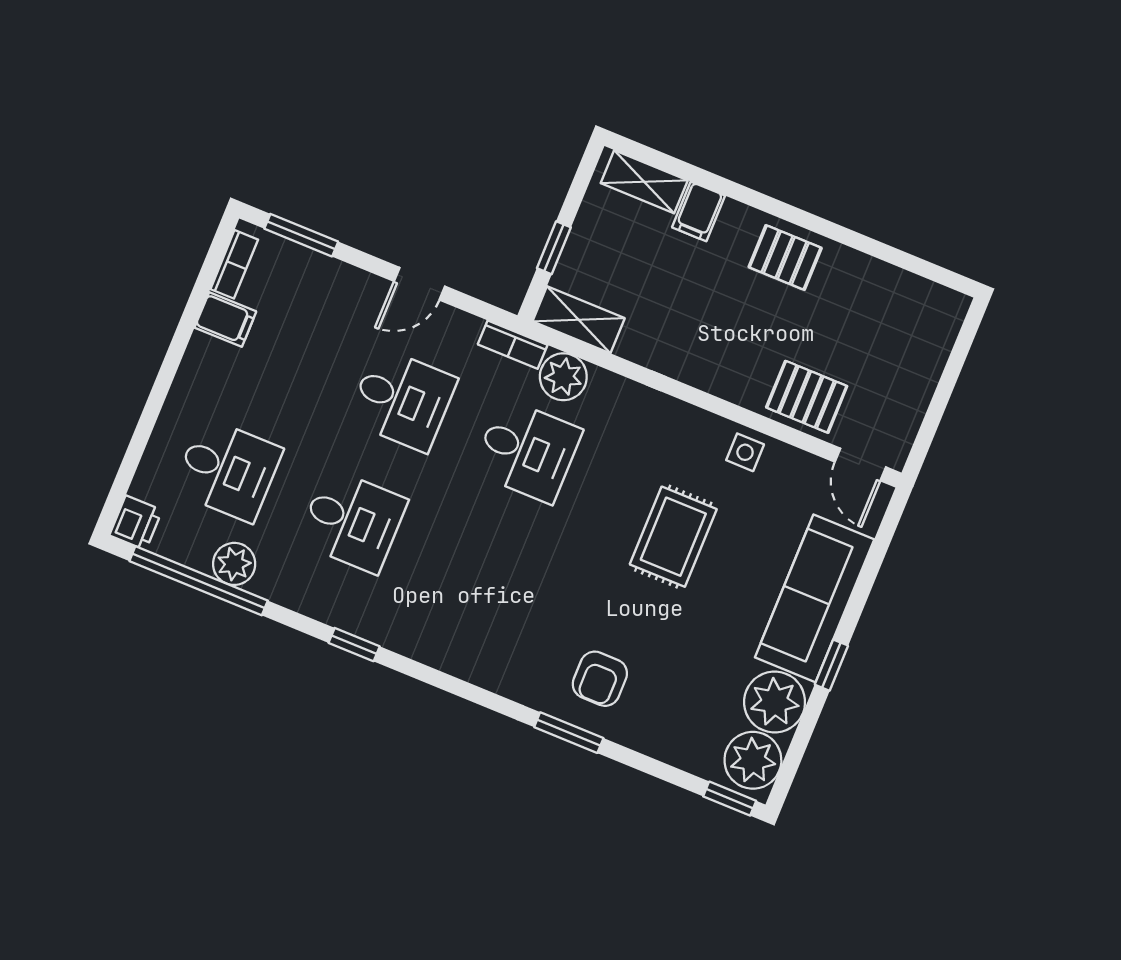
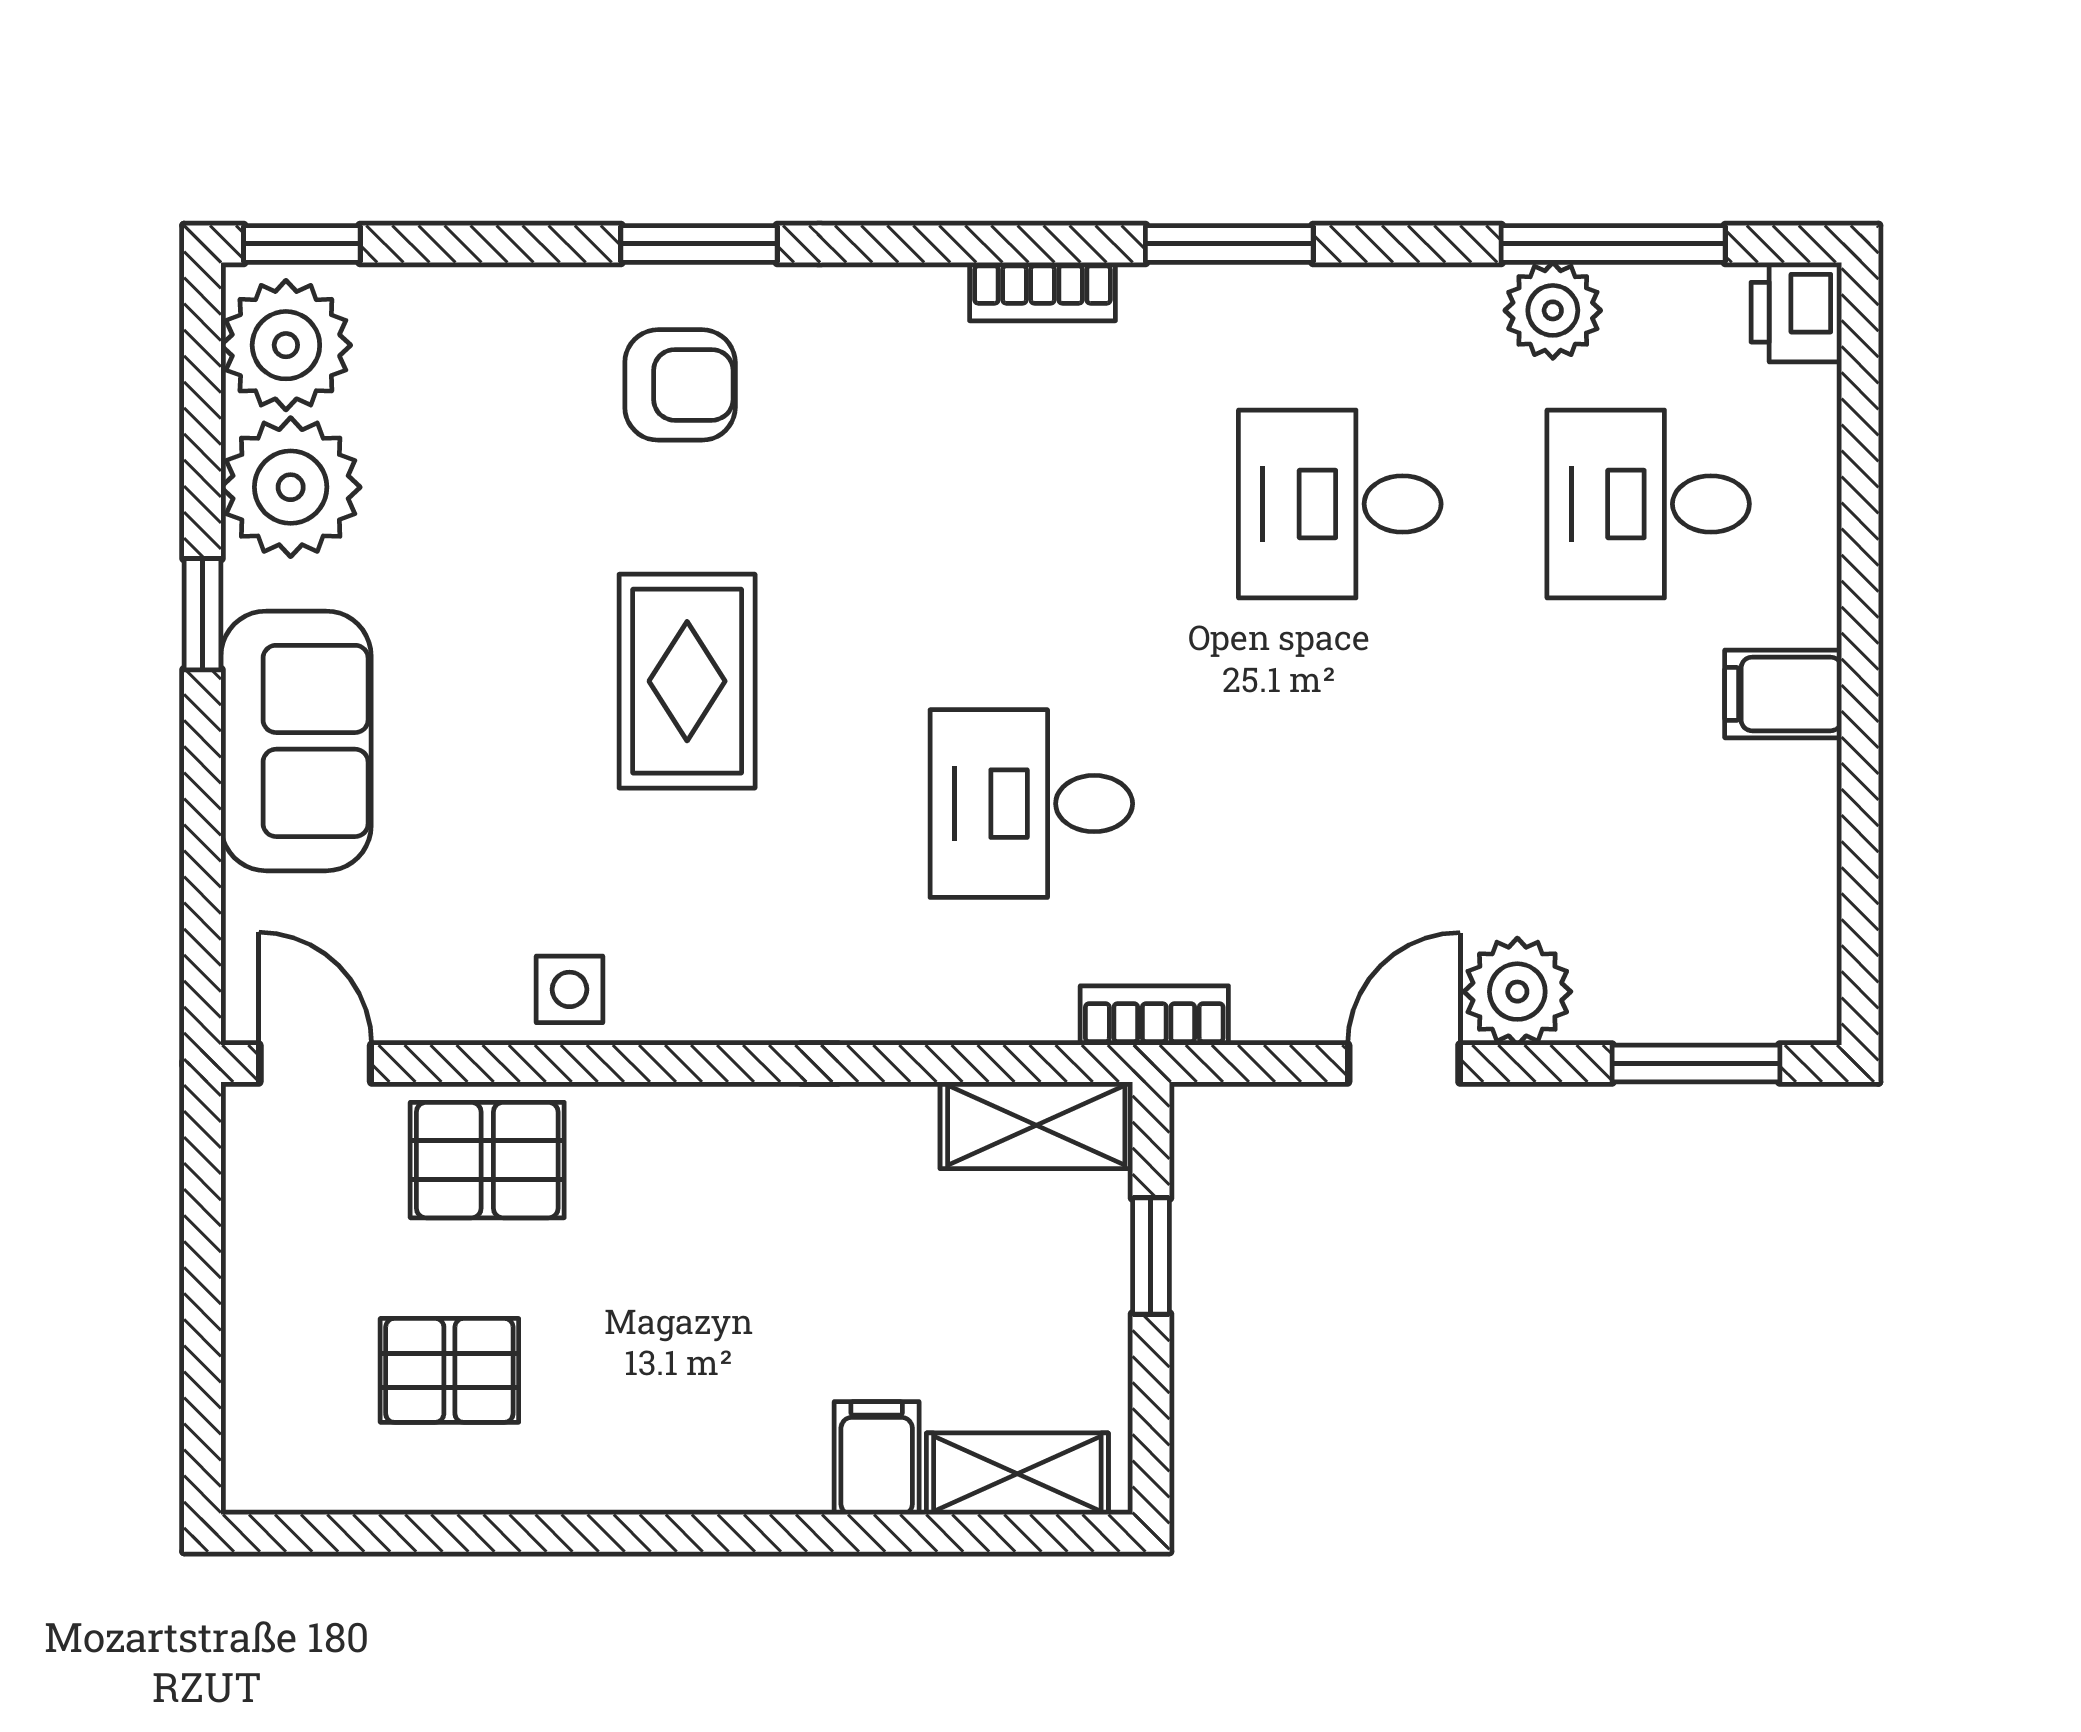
pallet: (785, 258) -> (449, 1370), moved
bookcase: (234, 264) -> (1043, 292), moved, turned -90
filing cabinet: (225, 319) -> (1783, 694), moved
plant: (563, 377) -> (1517, 992), moved
desk: (402, 400) -> (1340, 804), removed
rug: (673, 537) -> (687, 681), moved
window: (199, 581) -> (1613, 244), width x0.68
sofa: (815, 598) -> (296, 741), width x0.73
window: (354, 645) -> (1229, 244), width x1.50
armchair: (600, 679) -> (680, 385), turned 90

